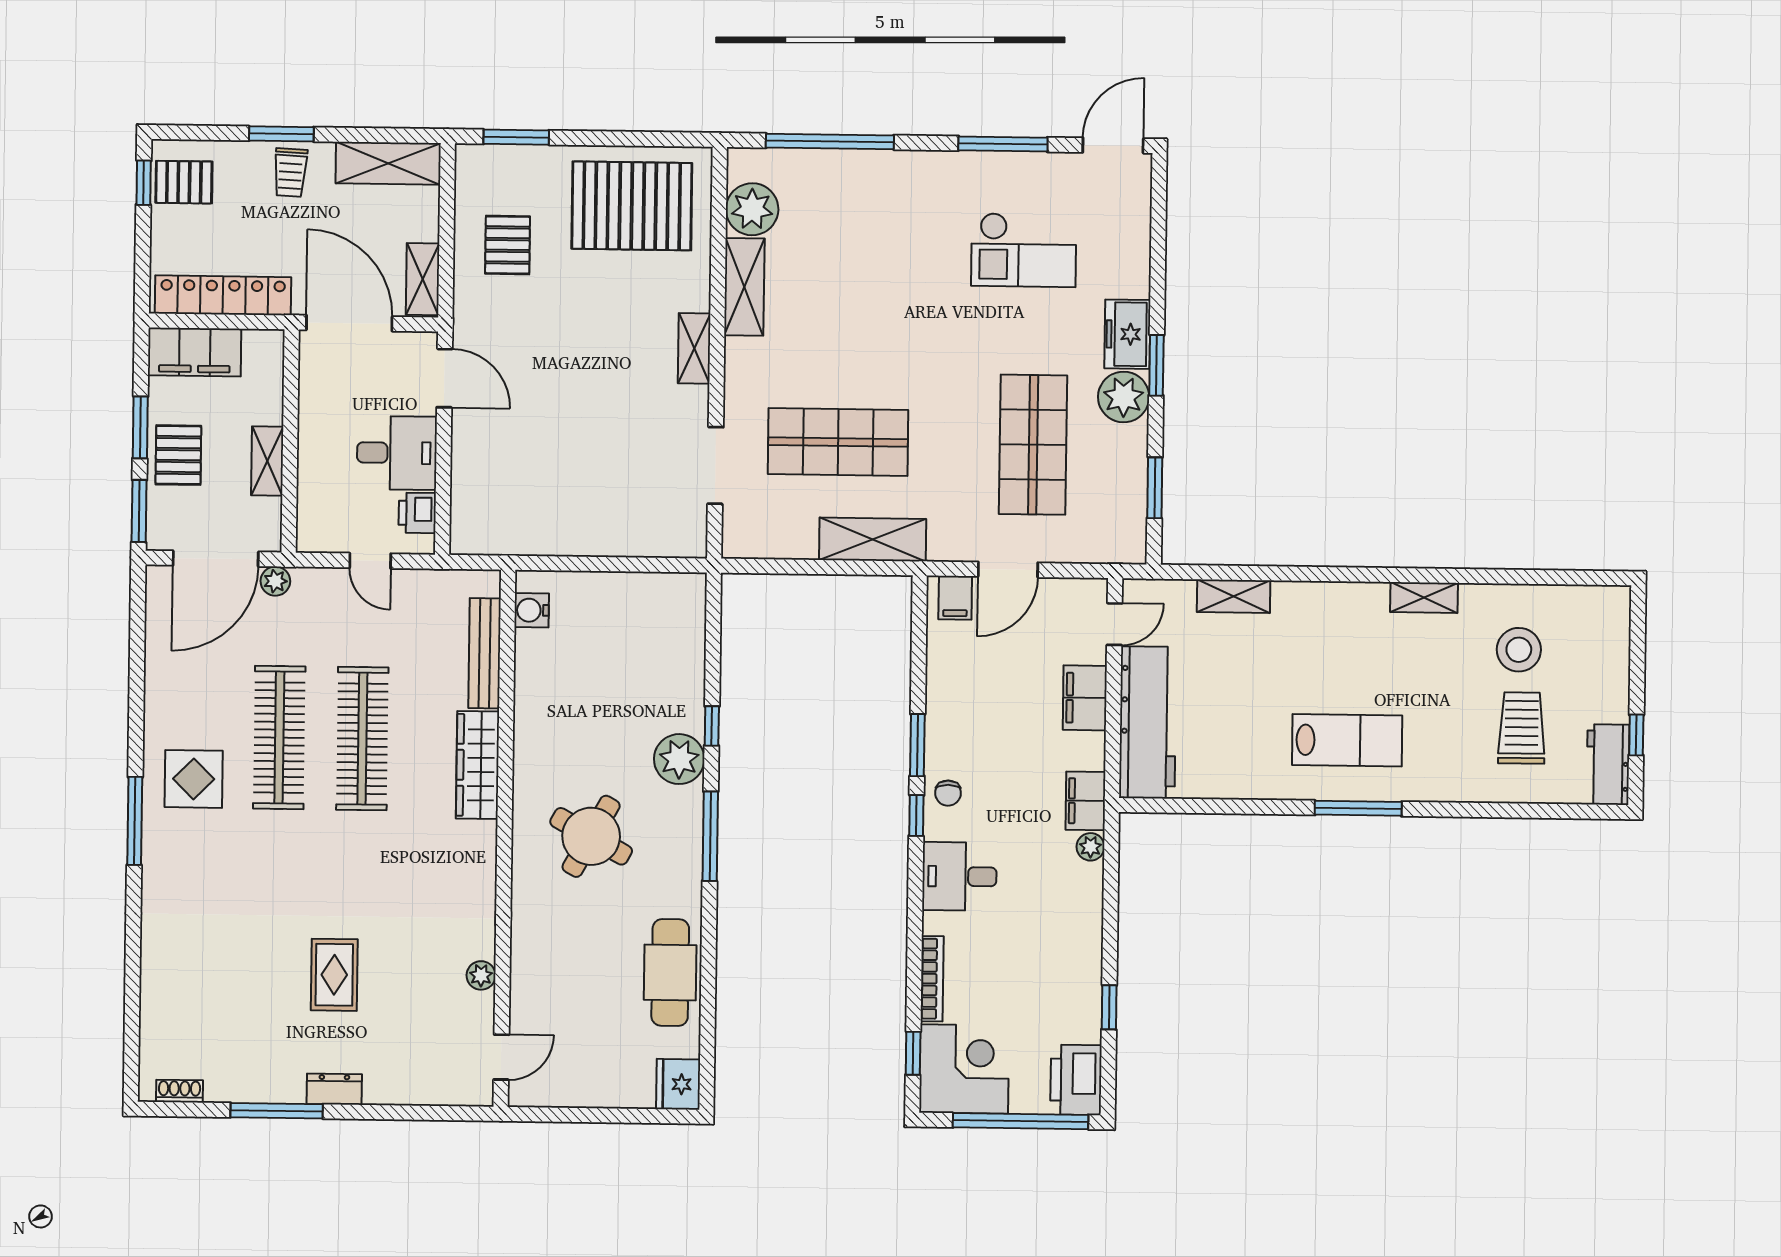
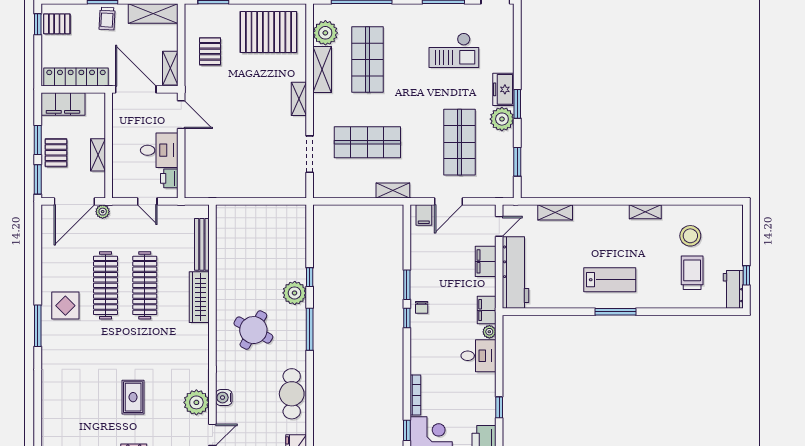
shop shelf: (840, 267) -> (367, 59), added
shelving: (873, 539) -> (393, 191), width x0.67, depth x0.75
water cooler: (532, 610) -> (224, 398), moved
desk: (959, 876) -> (478, 356), moved, turned 180
plant: (481, 975) -> (196, 402), width x1.87, depth x1.87

